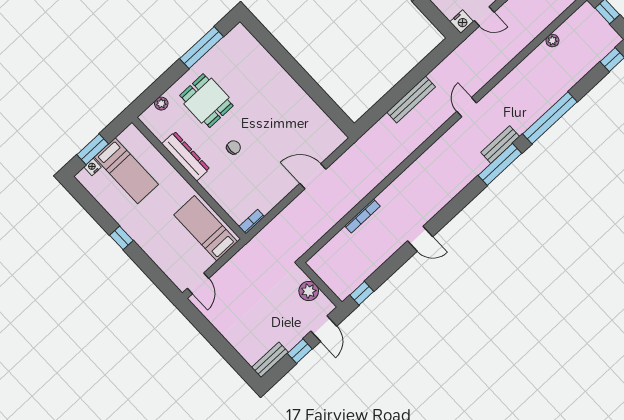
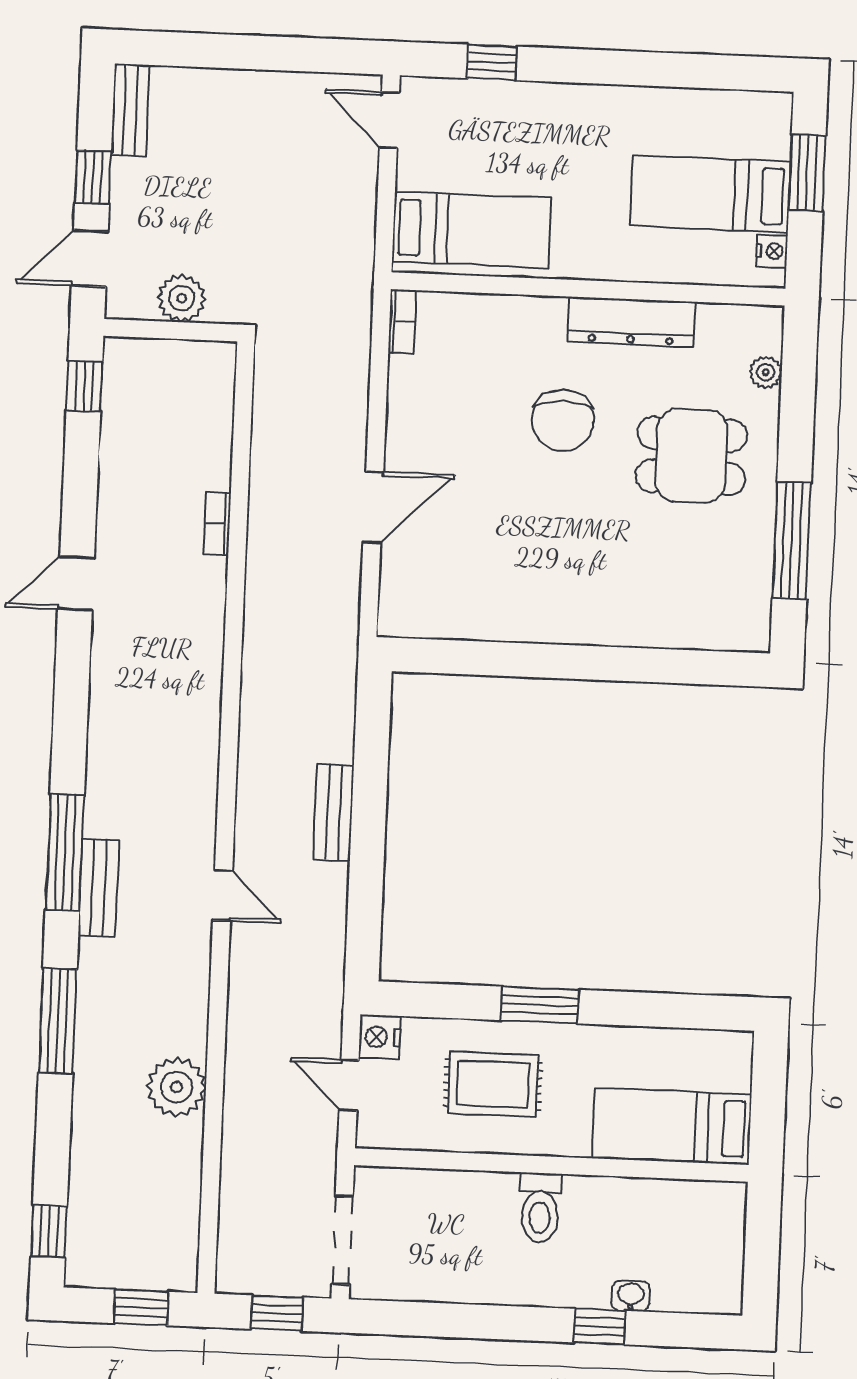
door: (484, 16) -> (349, 1085), hinge flipped
plant: (552, 41) -> (177, 1087), moved, width x1.88, depth x1.88
bench: (411, 99) -> (334, 812), width x0.73
window: (550, 118) -> (58, 1021), width x0.68
chair: (234, 147) -> (563, 420), width x1.87, depth x1.87
nightstand: (93, 167) -> (772, 251), moved
bookcase: (362, 216) -> (217, 523), width x0.64
window: (121, 238) -> (492, 62), moved
door: (324, 329) -> (90, 258), hinge flipped

